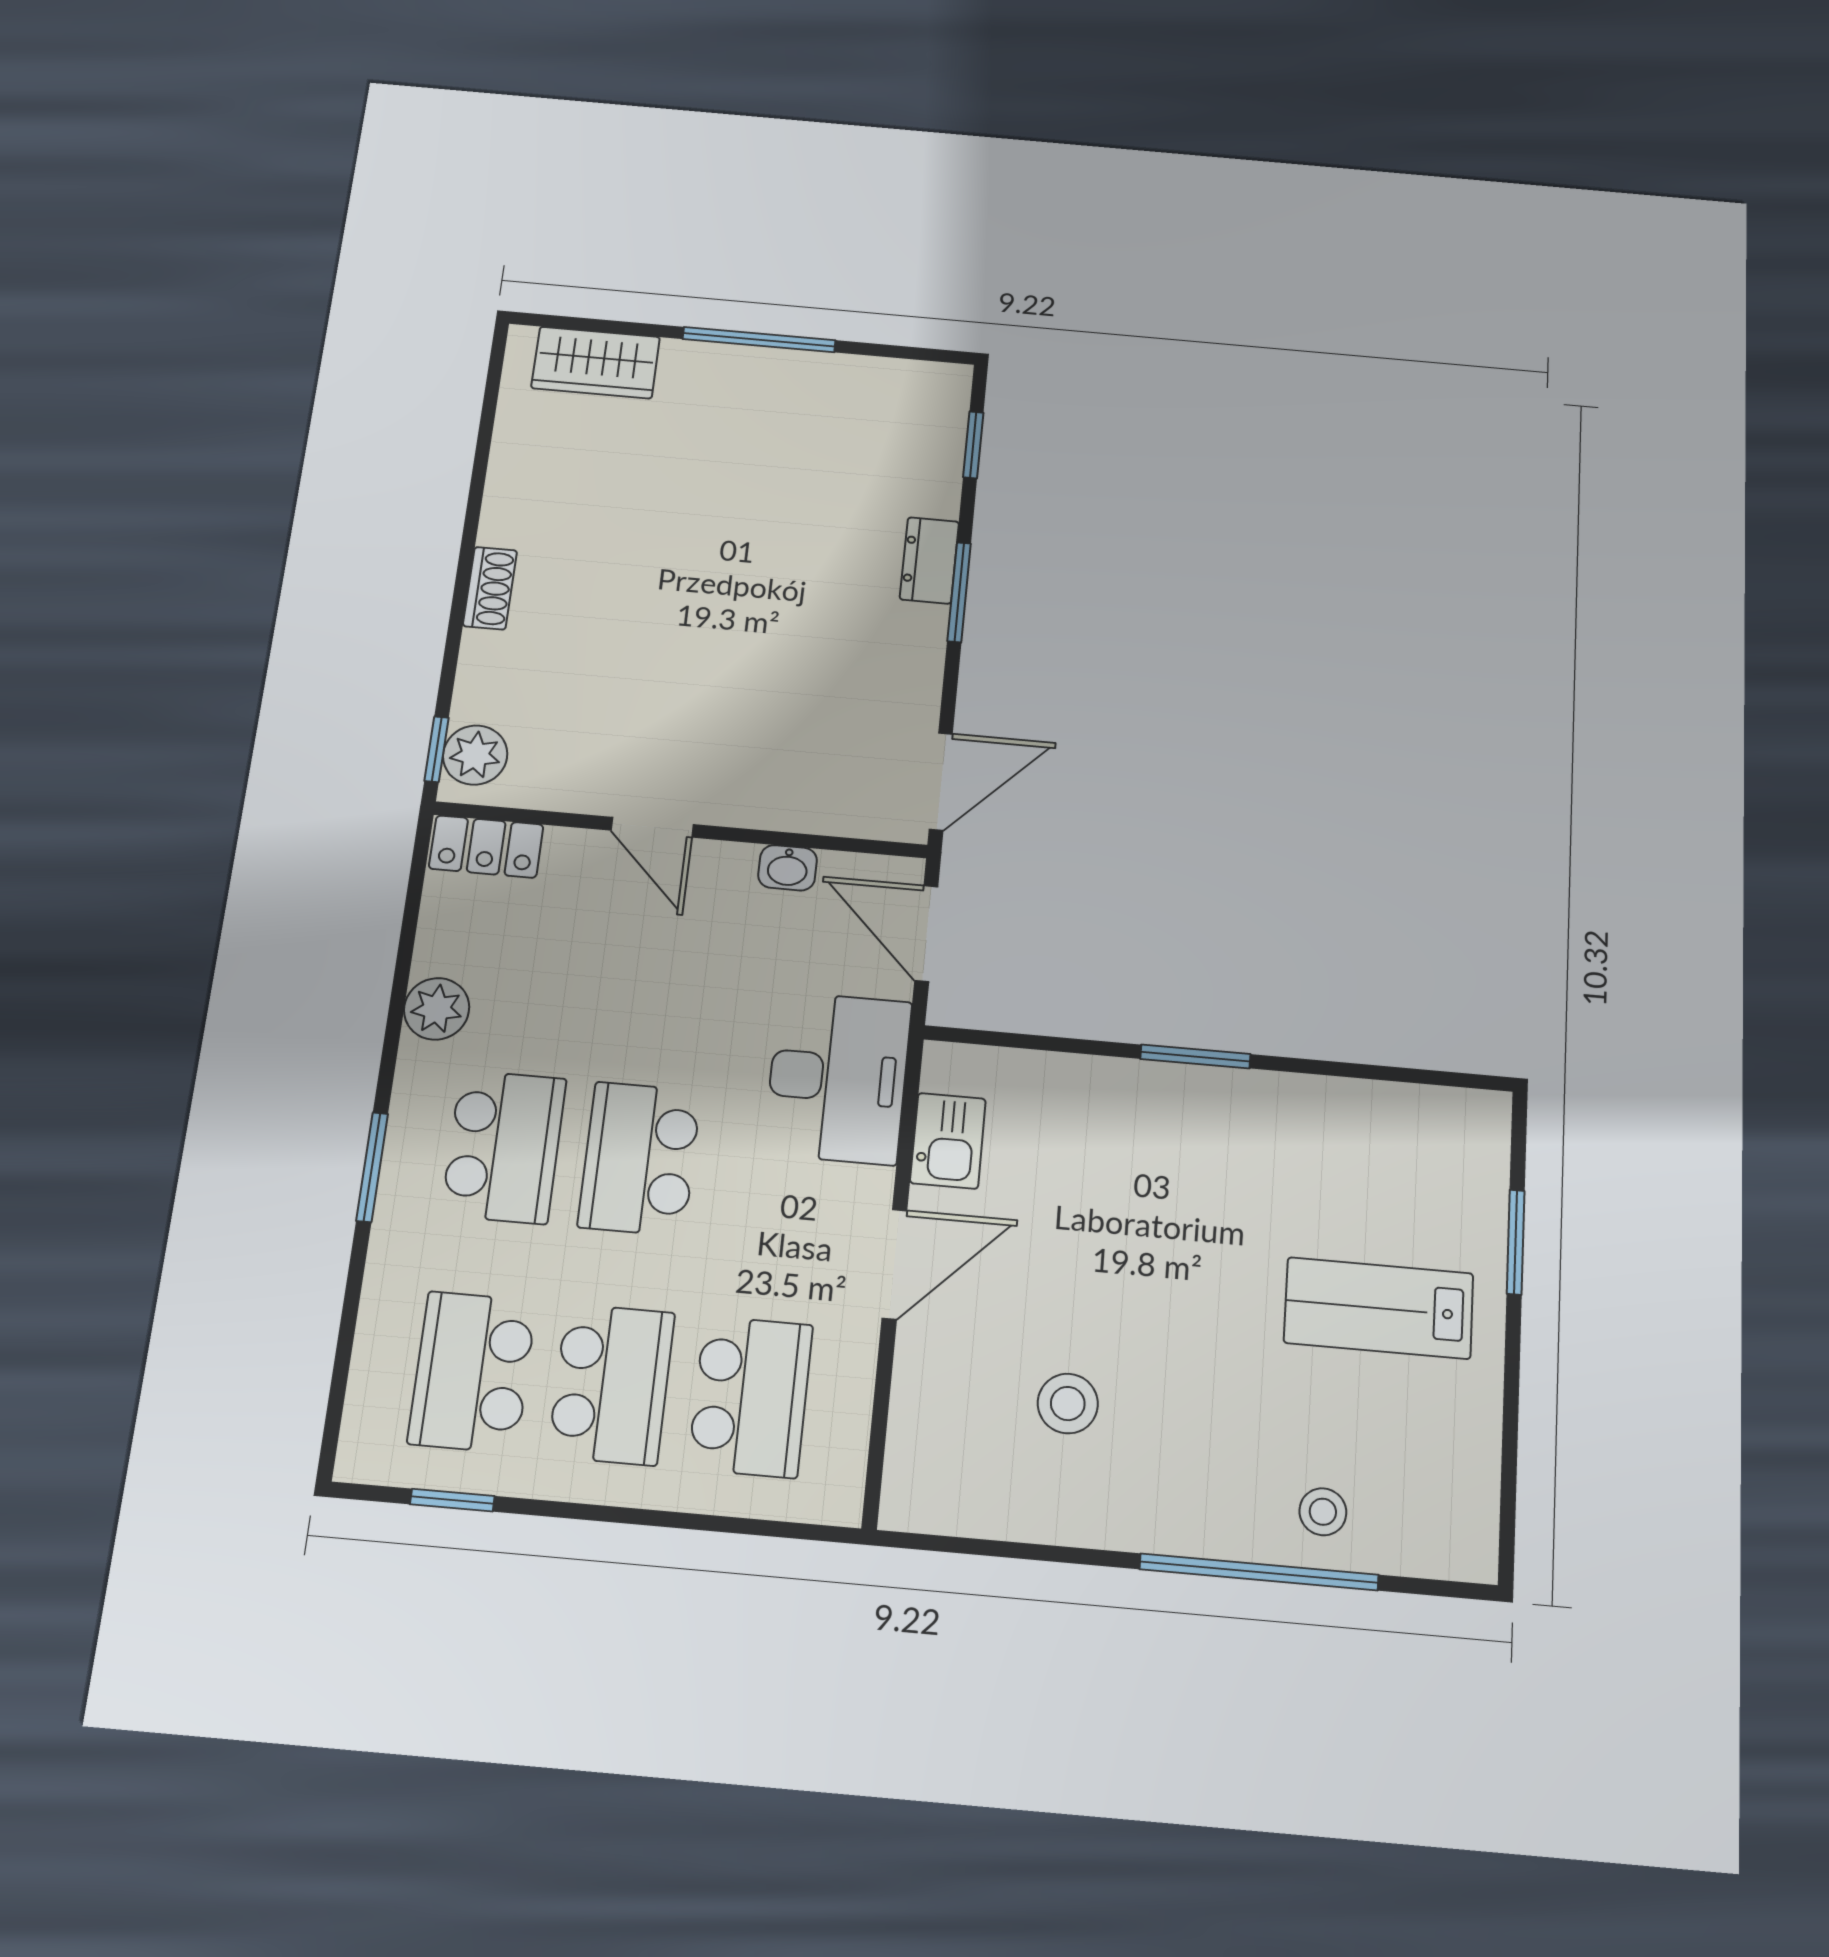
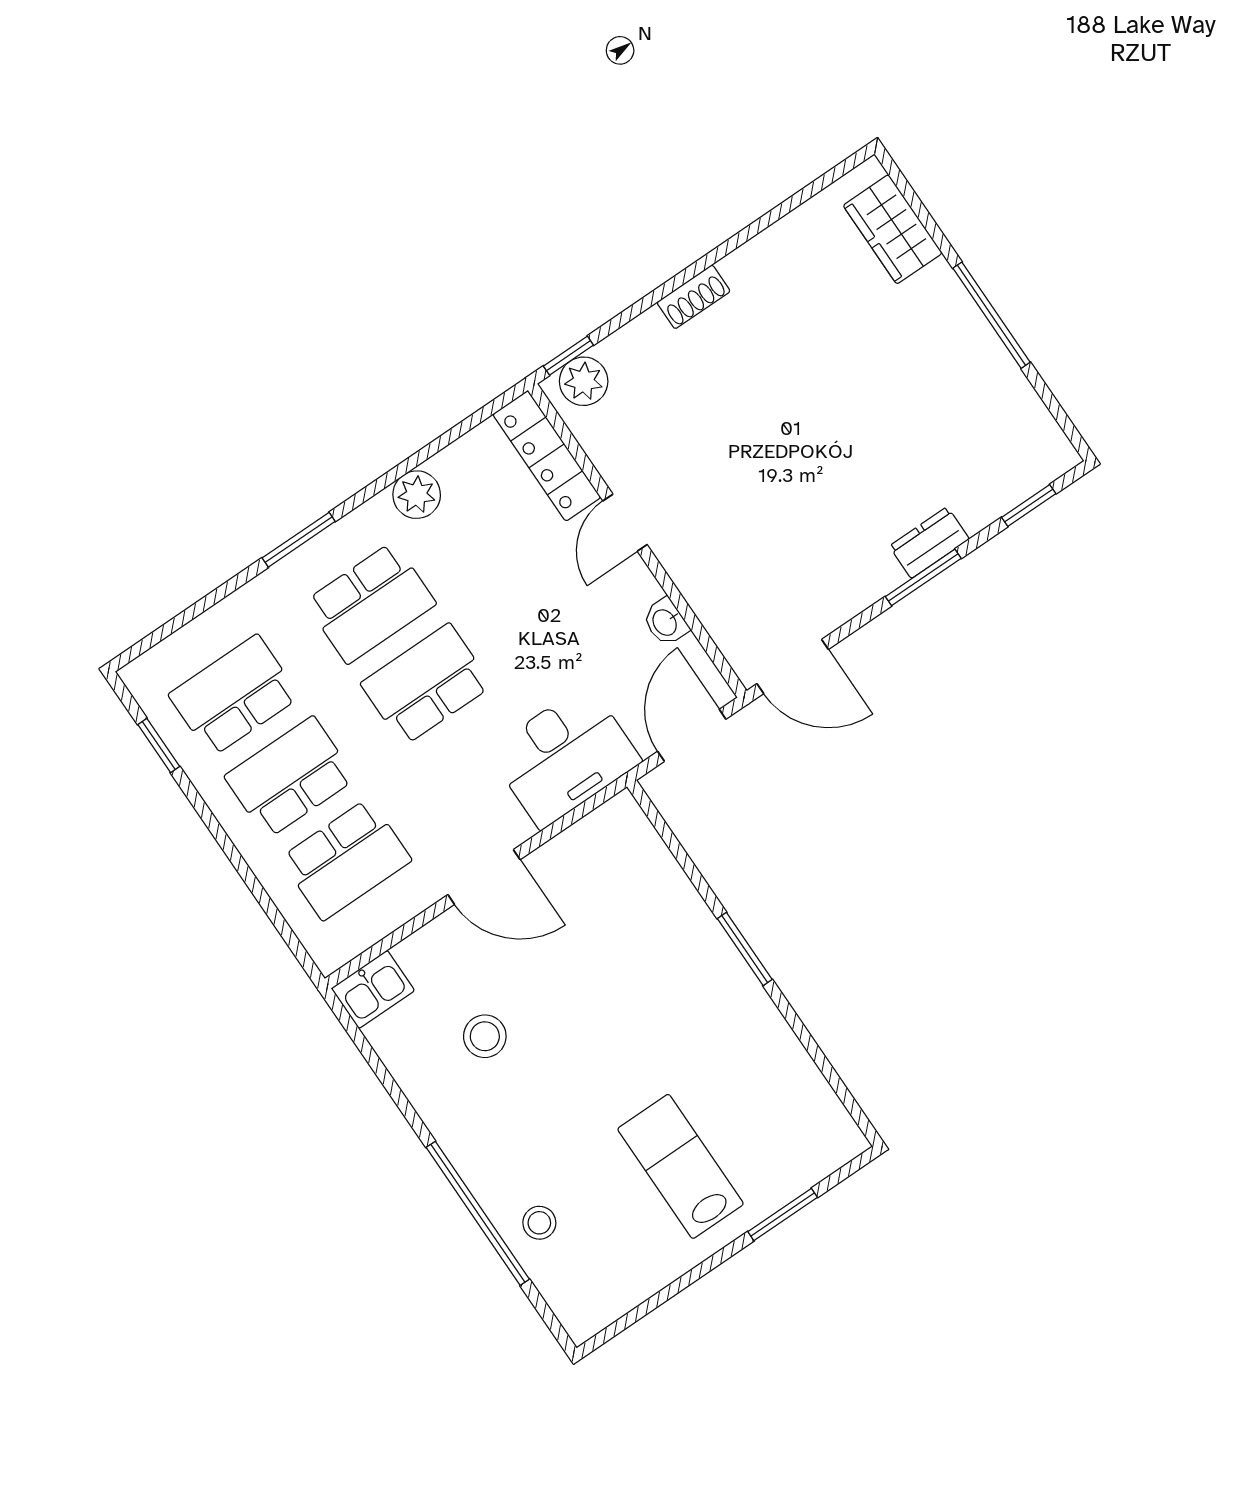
locker: (486, 847) -> (547, 456), width x1.53
kitchen sink: (948, 1141) -> (373, 989), moved
school desk: (611, 1384) -> (290, 777), turned 180

